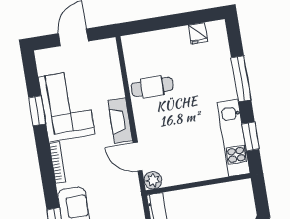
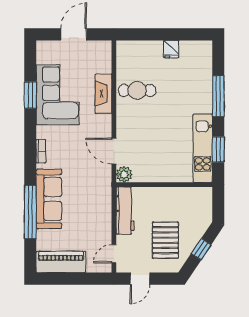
fridge: (198, 33) -> (171, 49), moved
fireplace: (120, 121) -> (104, 94), moved
bookcase: (57, 163) -> (41, 151), width x0.64

